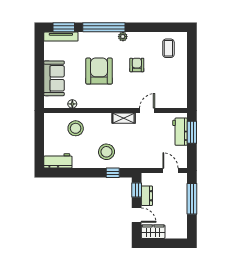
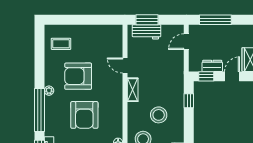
armchair: (137, 65) -> (78, 76), width x1.88, depth x1.88
armchair: (99, 71) -> (84, 115), turned -90
stool: (107, 152) -> (159, 115), moved

